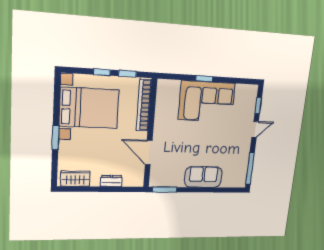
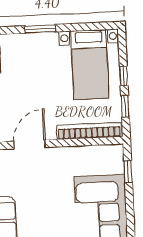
window: (204, 79) -> (128, 172), moved
bed with nightstands: (89, 108) -> (90, 65), width x0.73

